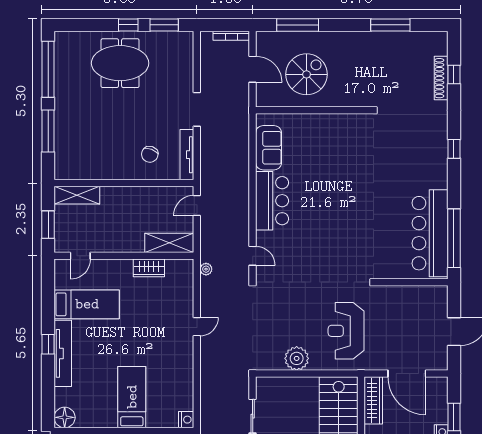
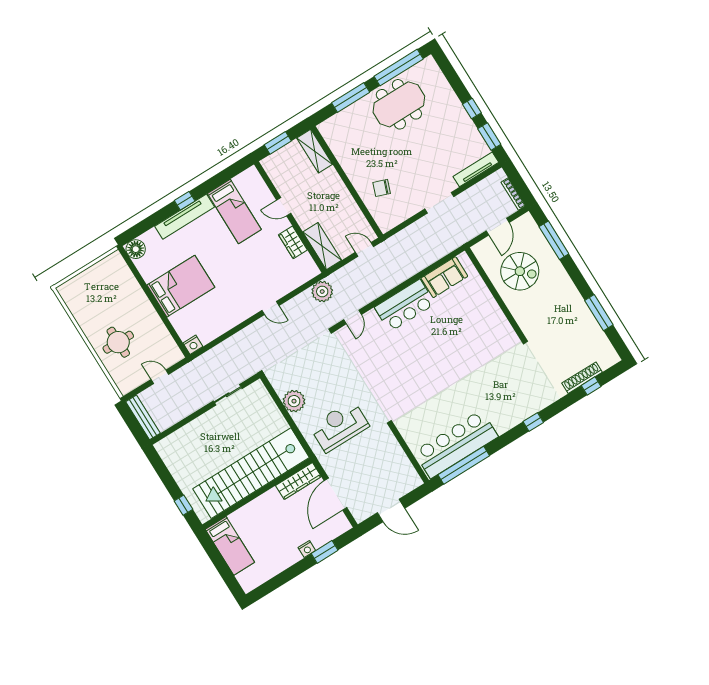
meeting table: (120, 63) -> (399, 104), moved, turned 90
tv unit: (187, 155) -> (476, 169), moved
door: (80, 256) -> (284, 207), moved
plant: (206, 269) -> (322, 292), width x1.88, depth x1.88
bed: (132, 397) -> (181, 286), width x1.50

